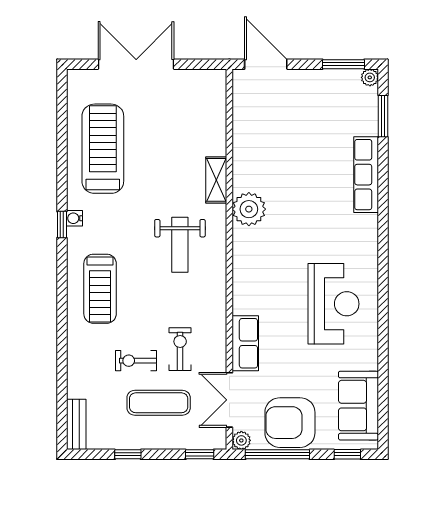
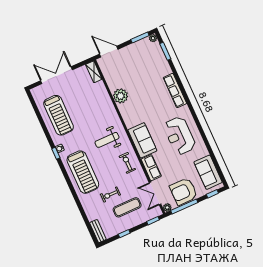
treadmill: (103, 149) -> (59, 115), turned 180
row of seats: (366, 175) -> (175, 91), moved
shelving: (216, 180) -> (94, 72), moved
plant: (249, 209) -> (121, 96), moved
weight bench: (180, 245) -> (107, 140), turned 90
sofa: (253, 278) -> (142, 140), added
treadmill: (100, 289) -> (83, 172), width x1.37, depth x1.38
reception desk: (334, 304) -> (180, 136), turned 180
exercise bike: (180, 349) -> (127, 163), moved

